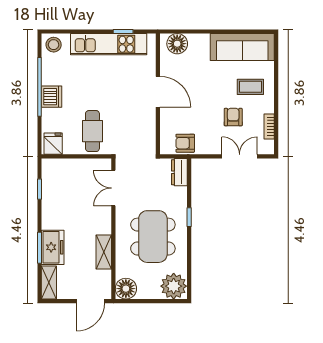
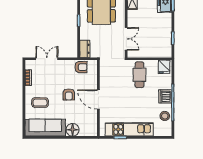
floor lamp: (177, 44) -> (73, 130), moved
stool: (54, 45) -> (165, 116), moved
armchair: (233, 117) -> (69, 94), moved
double door: (240, 156) -> (47, 59), swing flipped

